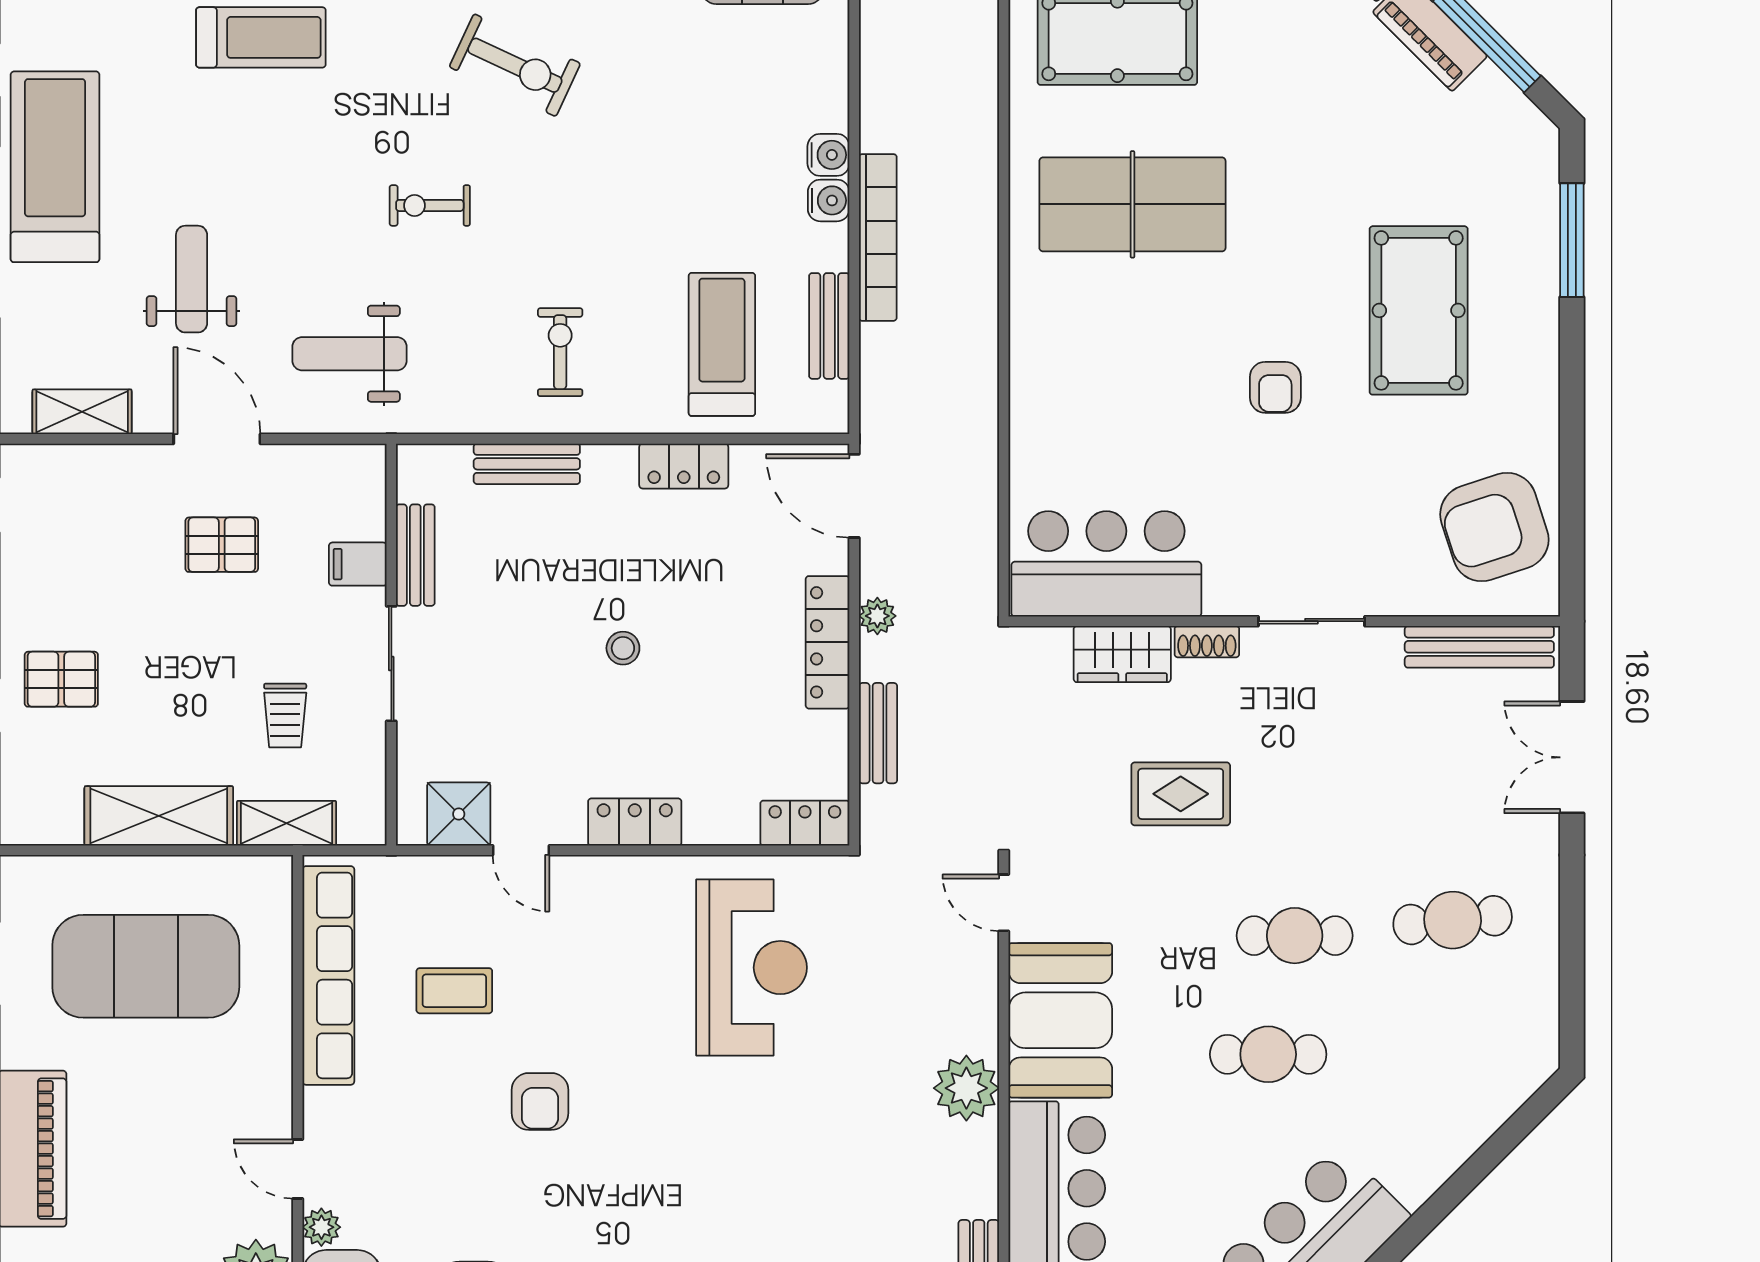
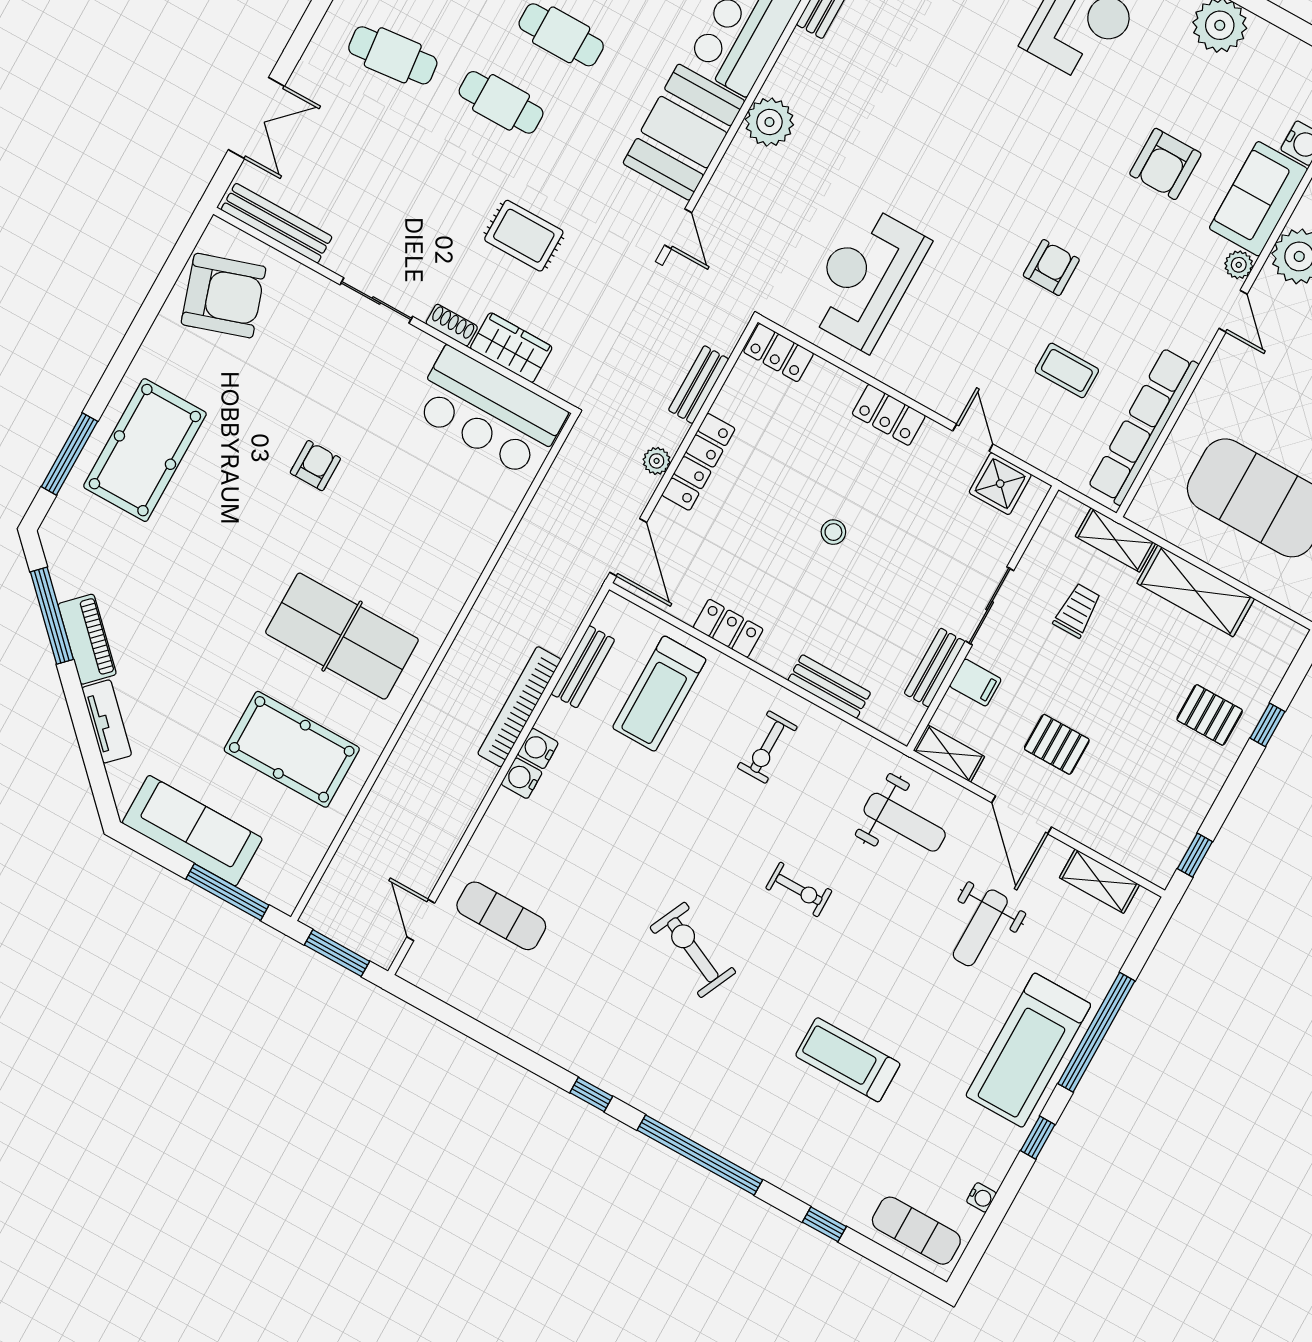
pool table: (1419, 310) -> (145, 450), moved
shelving: (342, 463) -> (949, 753), added

